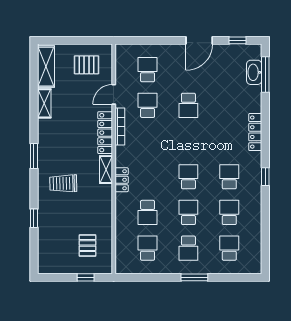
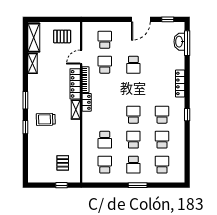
locker: (122, 180) -> (87, 102), moved
window: (34, 218) -> (25, 127), moved

